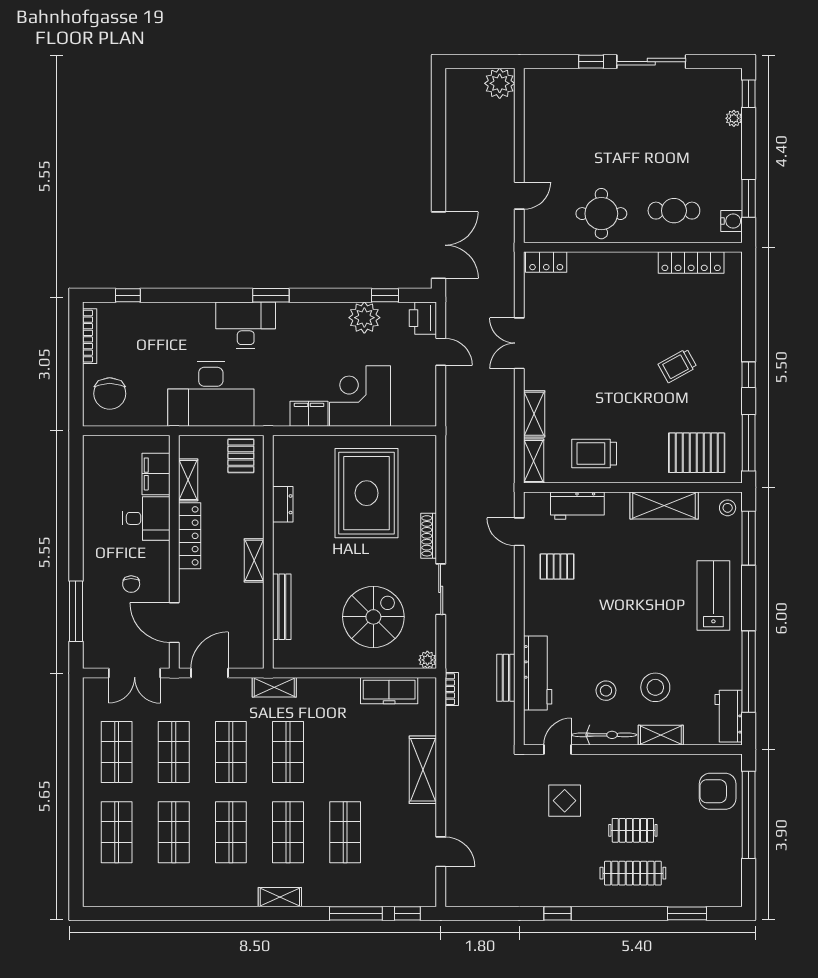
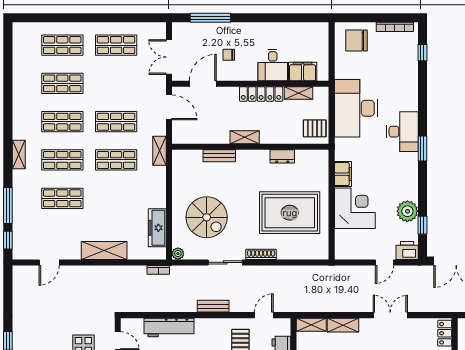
bench: (282, 607) -> (219, 156), width x0.73
bench: (506, 678) -> (213, 306), moved
shop shelf: (174, 752) -> (116, 83), removed

